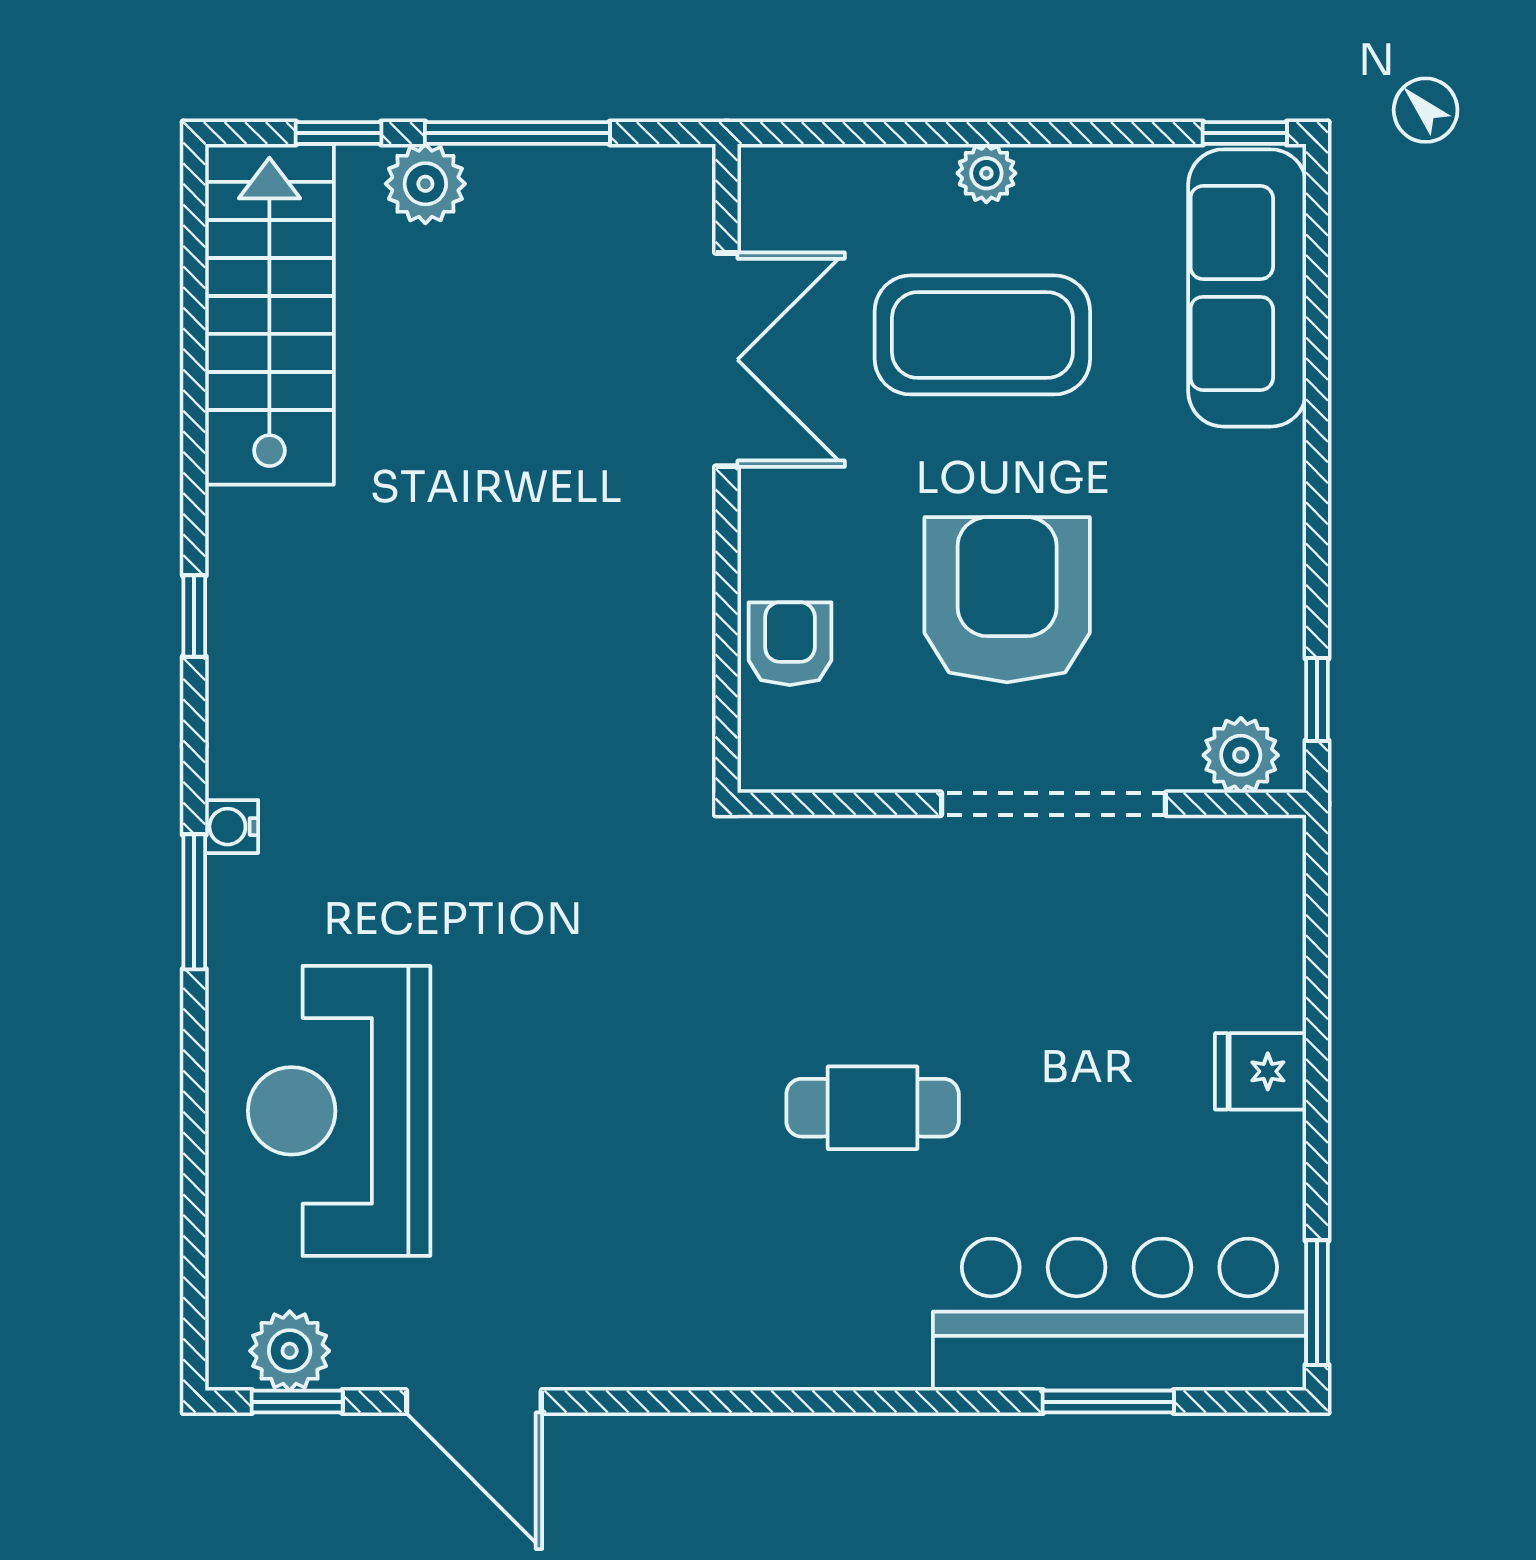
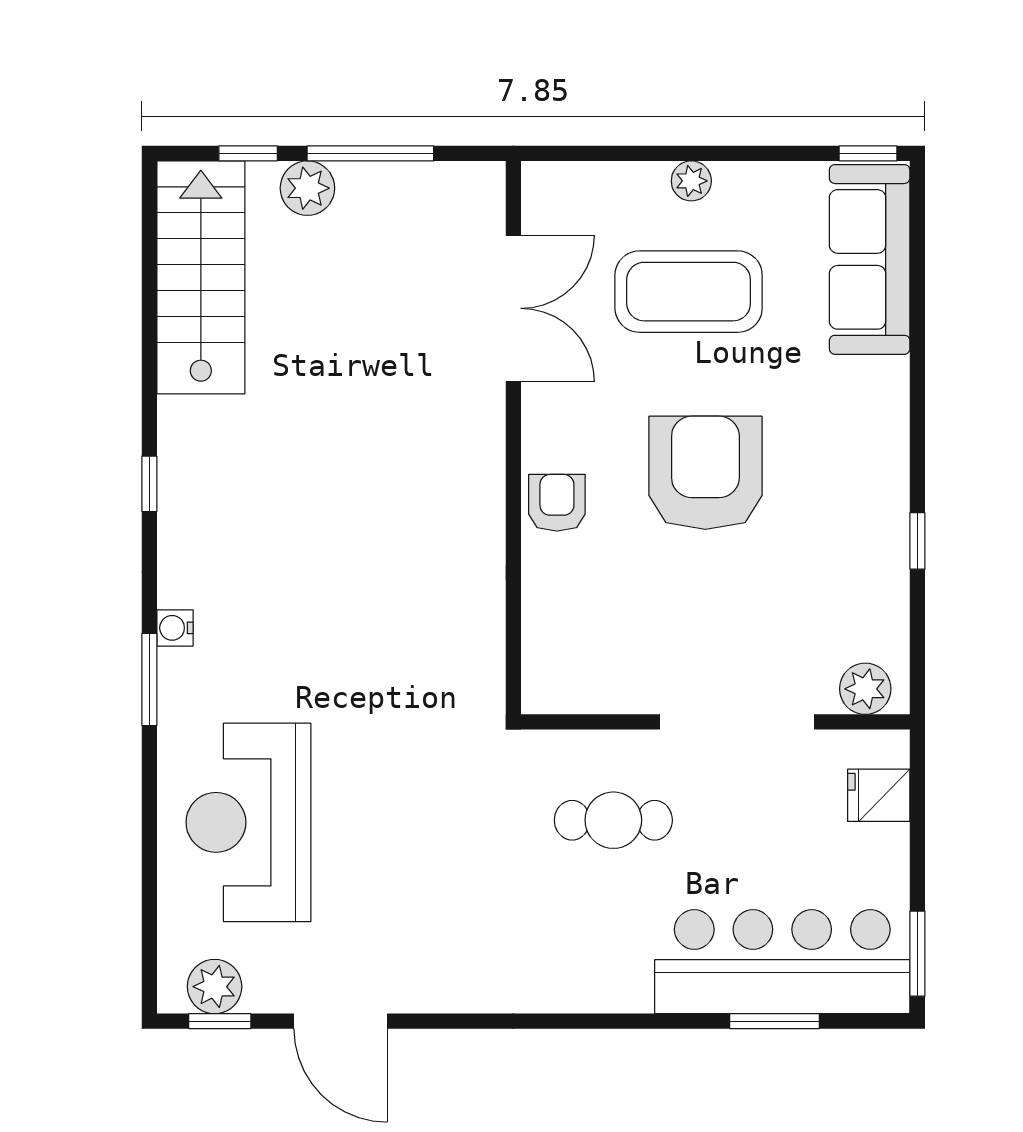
plant: (1241, 755) -> (865, 689), moved
wall: (1022, 804) -> (715, 722), moved
doorway: (1054, 804) -> (737, 722), moved

